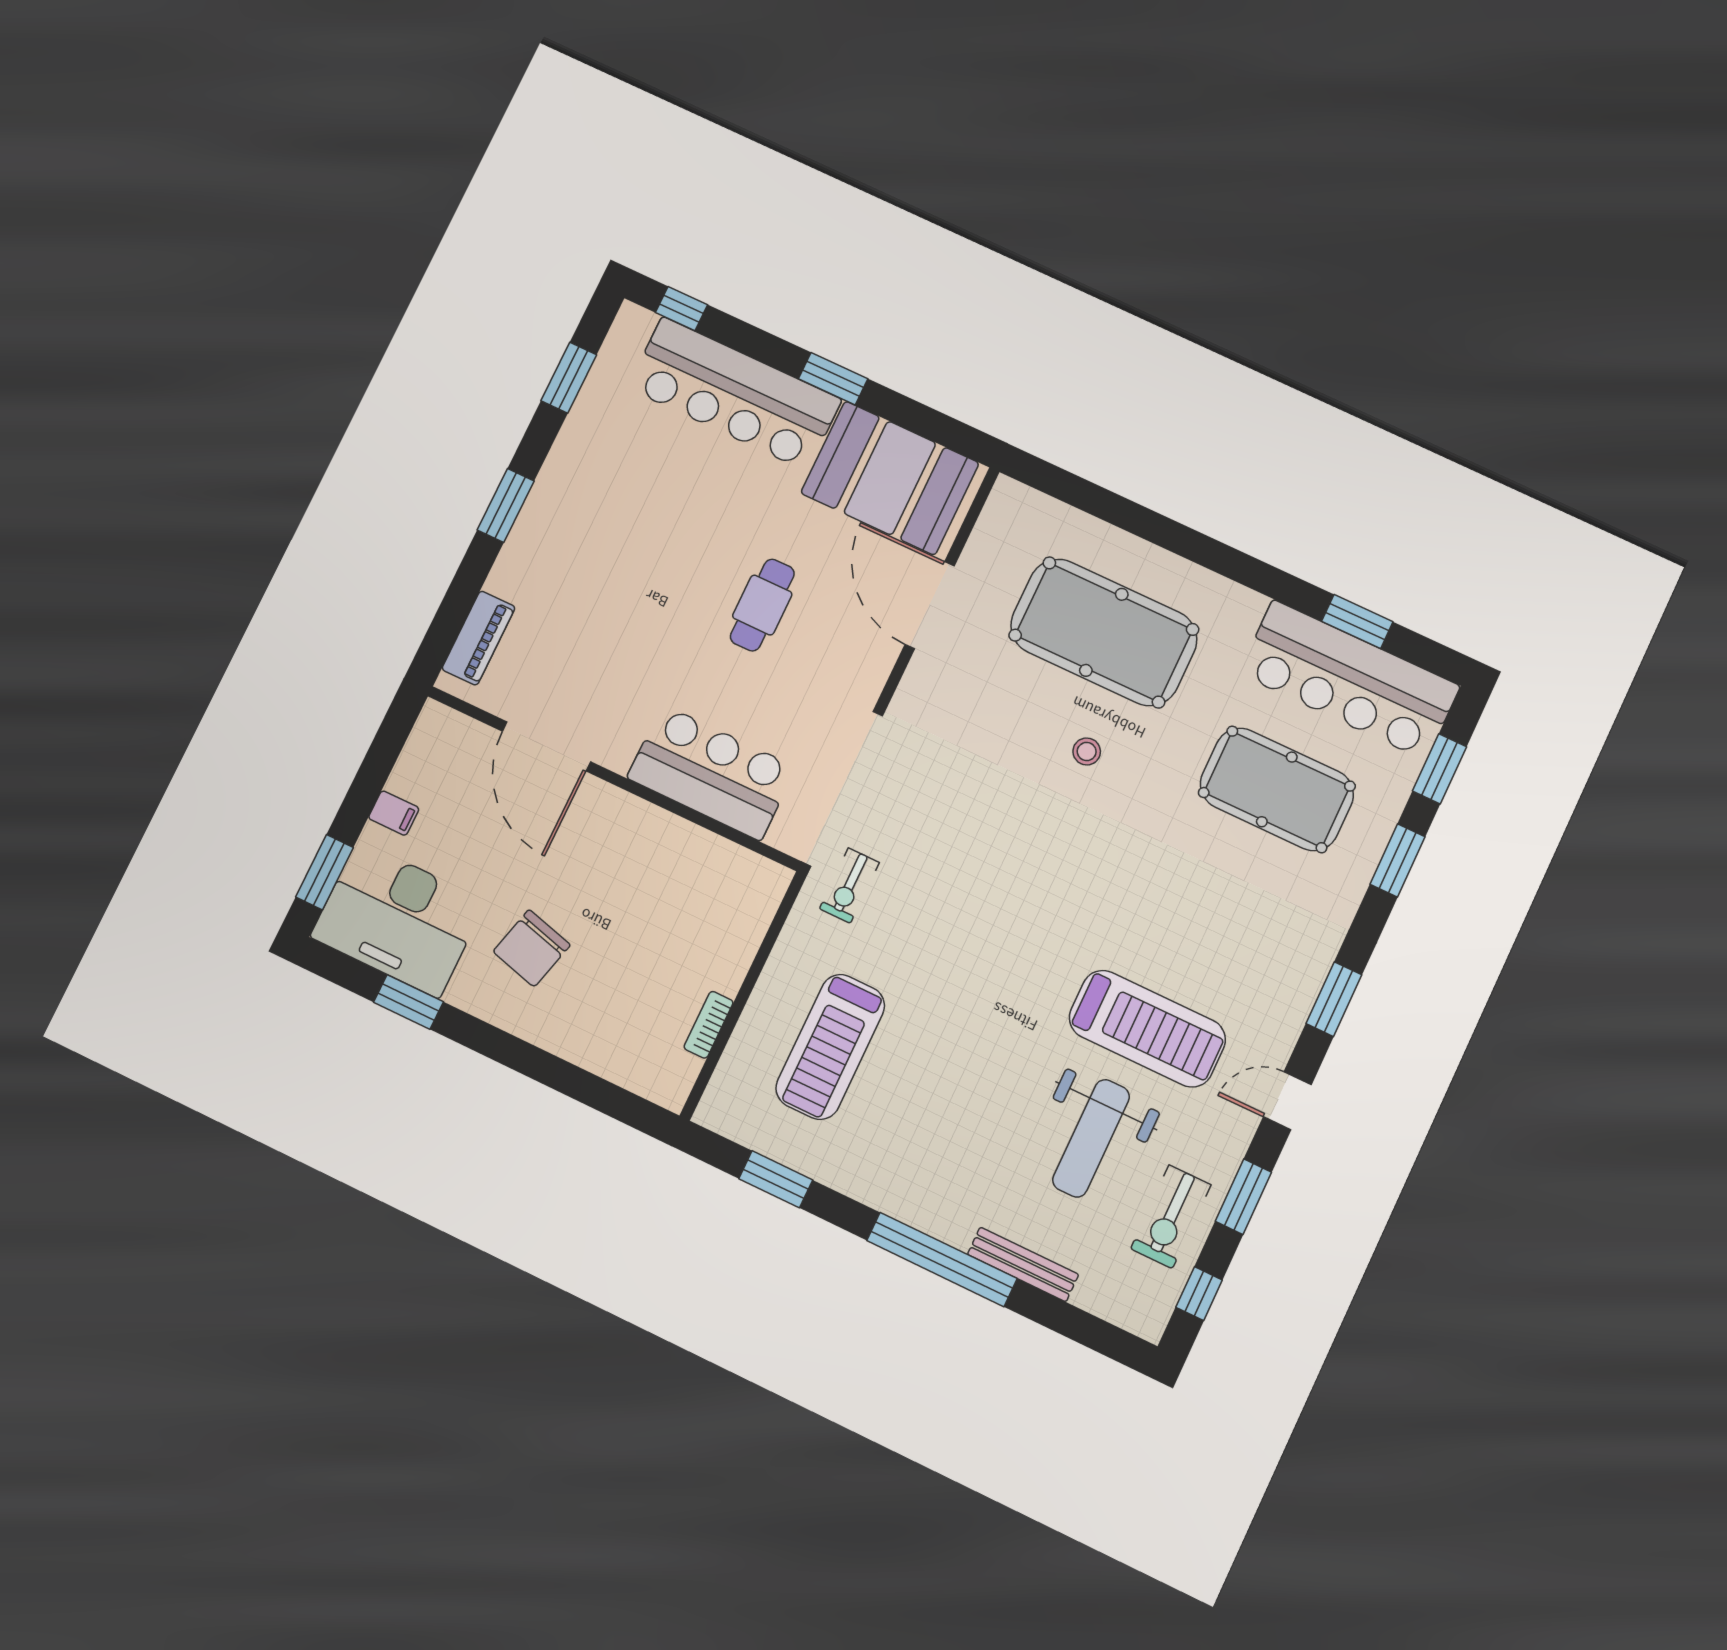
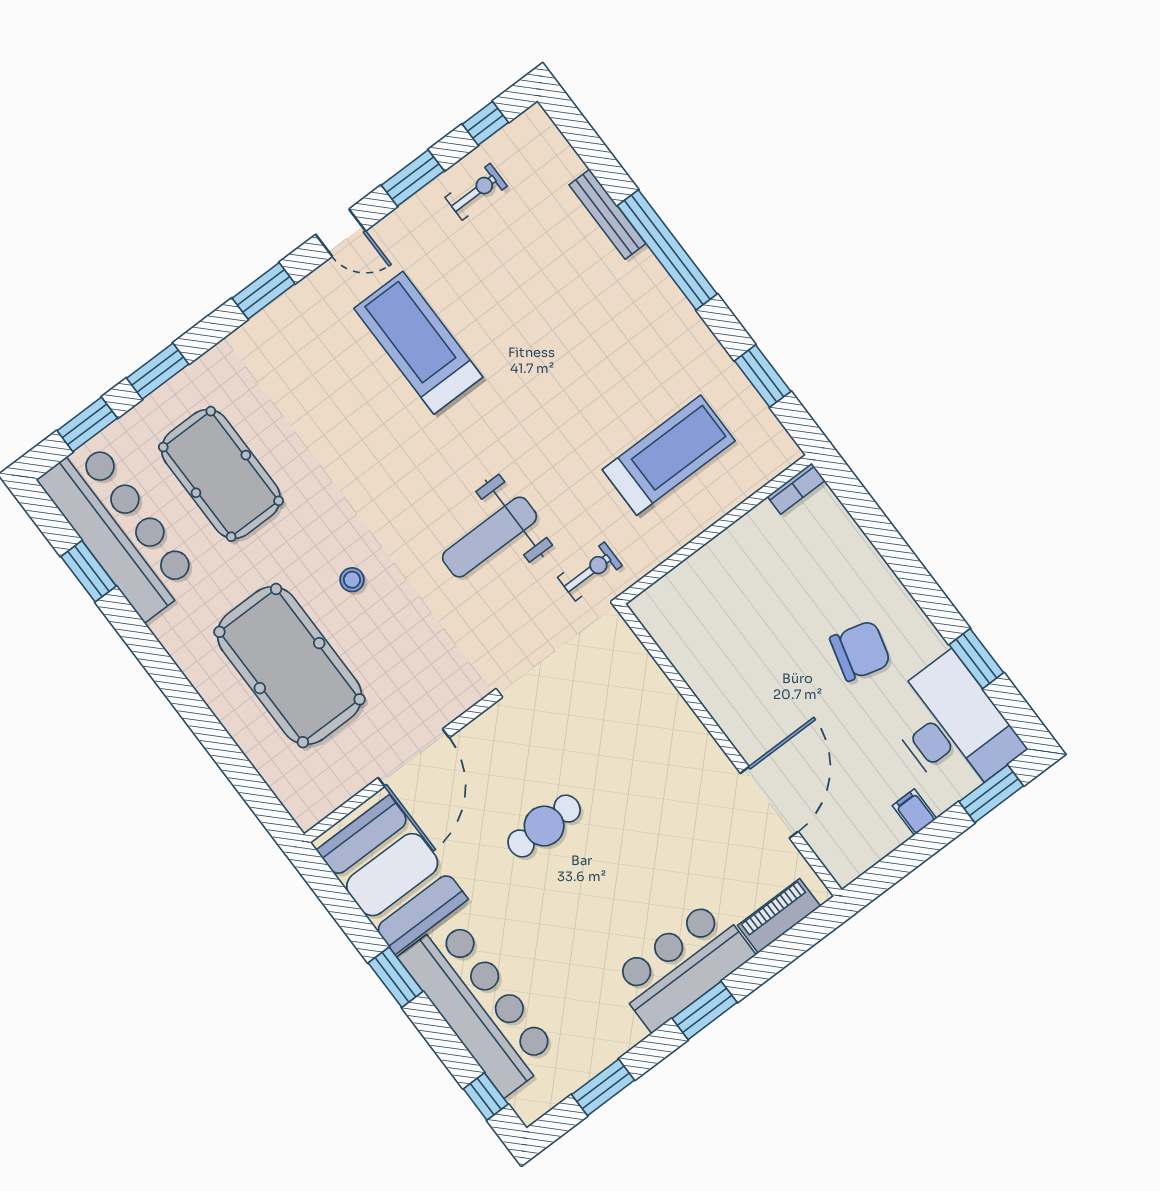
bar counter: (711, 773) -> (682, 965), moved, turned 90
bookcase: (709, 1025) -> (796, 489), moved
weight bench: (1091, 1138) -> (489, 537), moved, turned 180
exercise bike: (1171, 1217) -> (476, 192), width x0.73, depth x0.72

